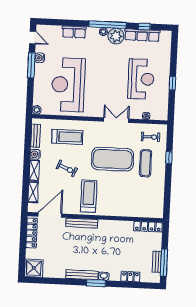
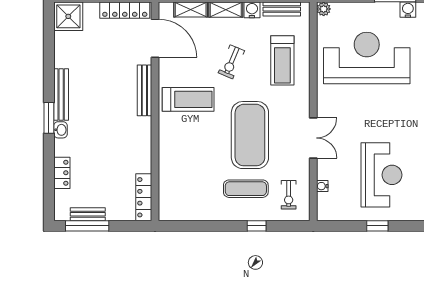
reception desk: (141, 79) -> (381, 175), turned -90

